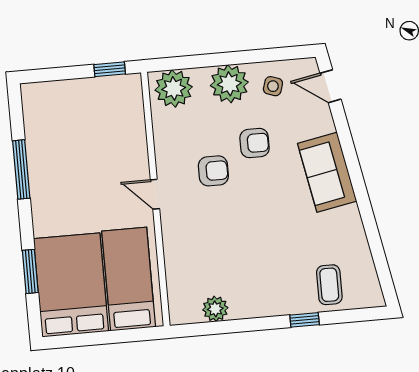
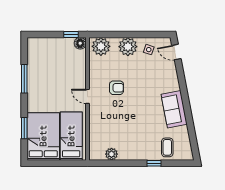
floor lamp: (130, 86) -> (80, 43), added
armchair: (254, 143) -> (137, 76), removed
sofa: (327, 172) -> (174, 109), moved

